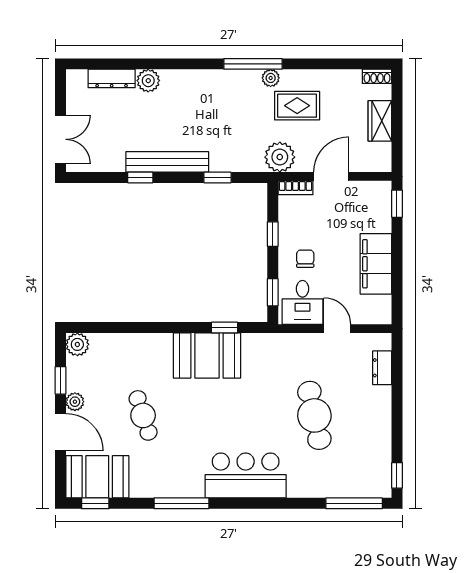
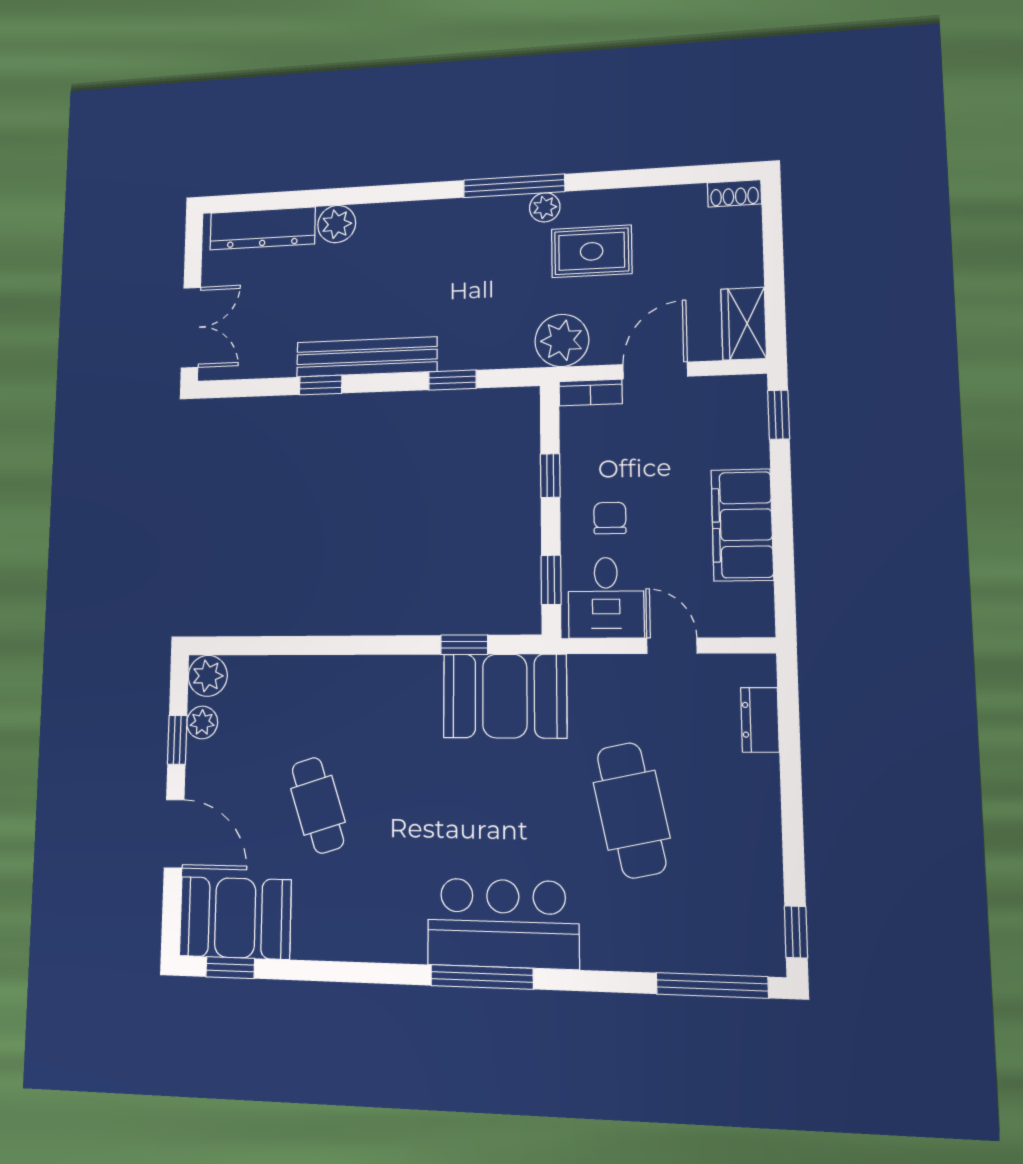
dresser: (112, 78) -> (262, 228), width x1.37, depth x1.24
wardrobe: (380, 121) -> (744, 324), moved
booth: (207, 356) -> (505, 696), moved
plant: (75, 402) -> (202, 722), moved
window: (181, 503) -> (482, 977), moved

